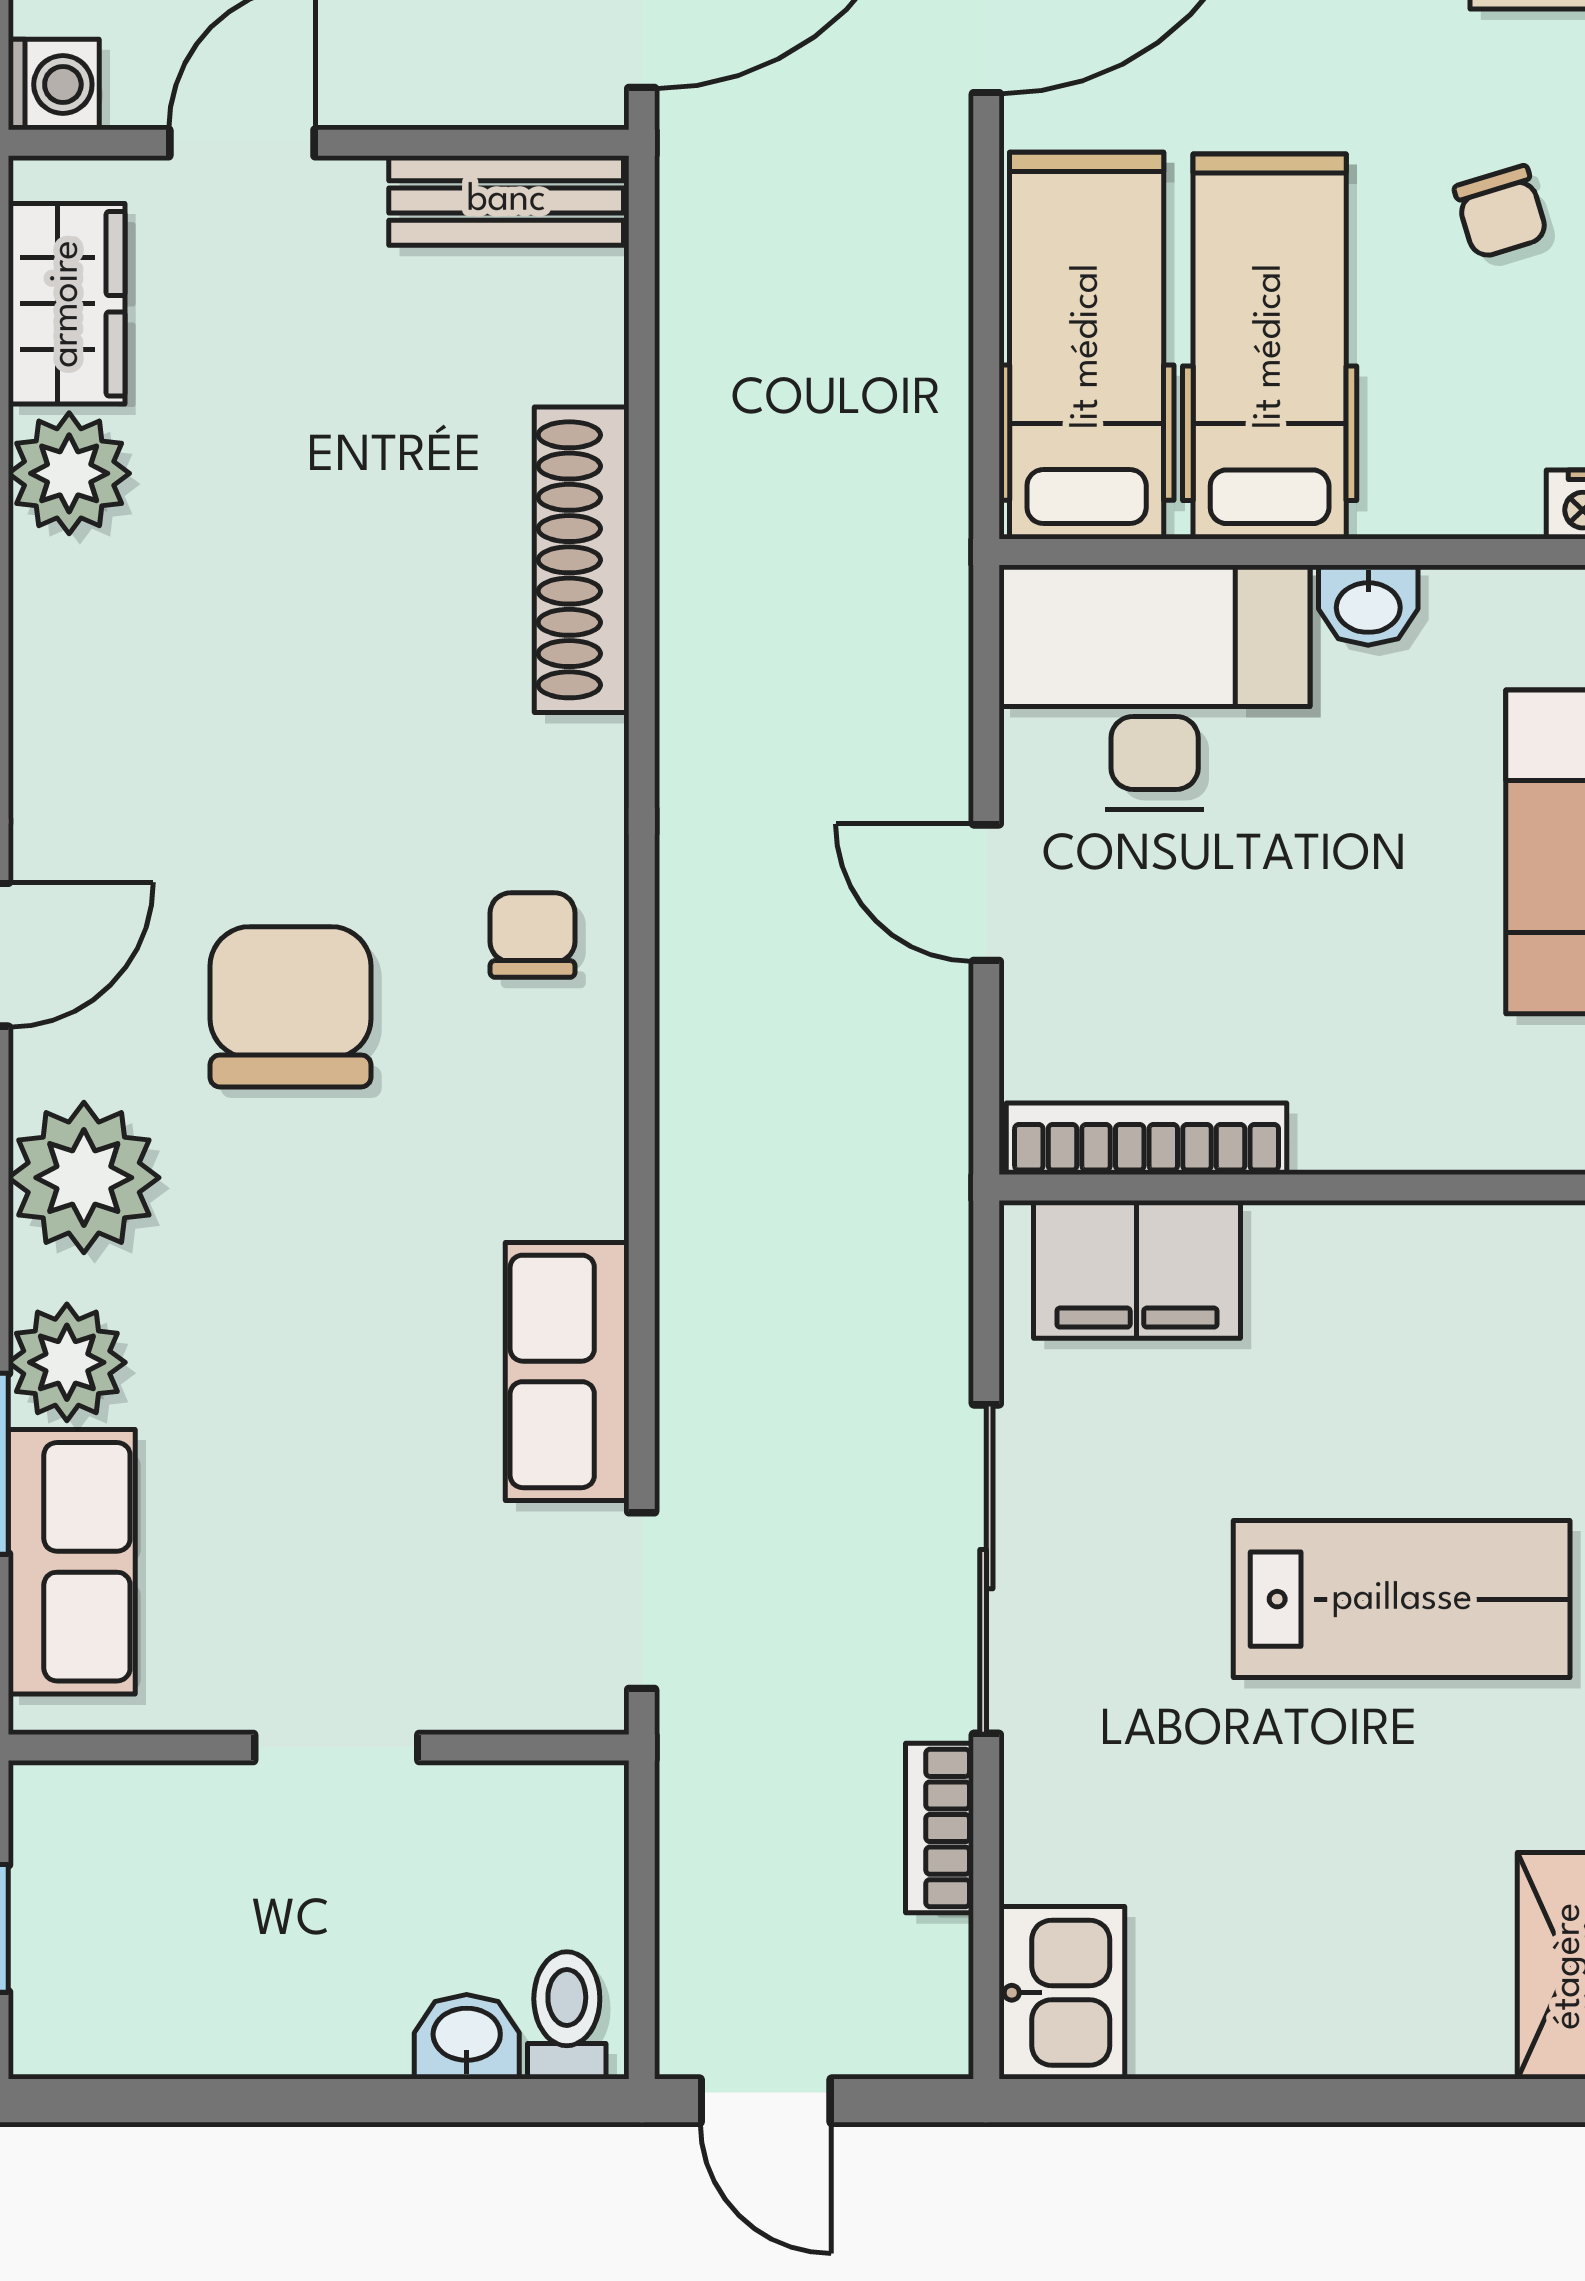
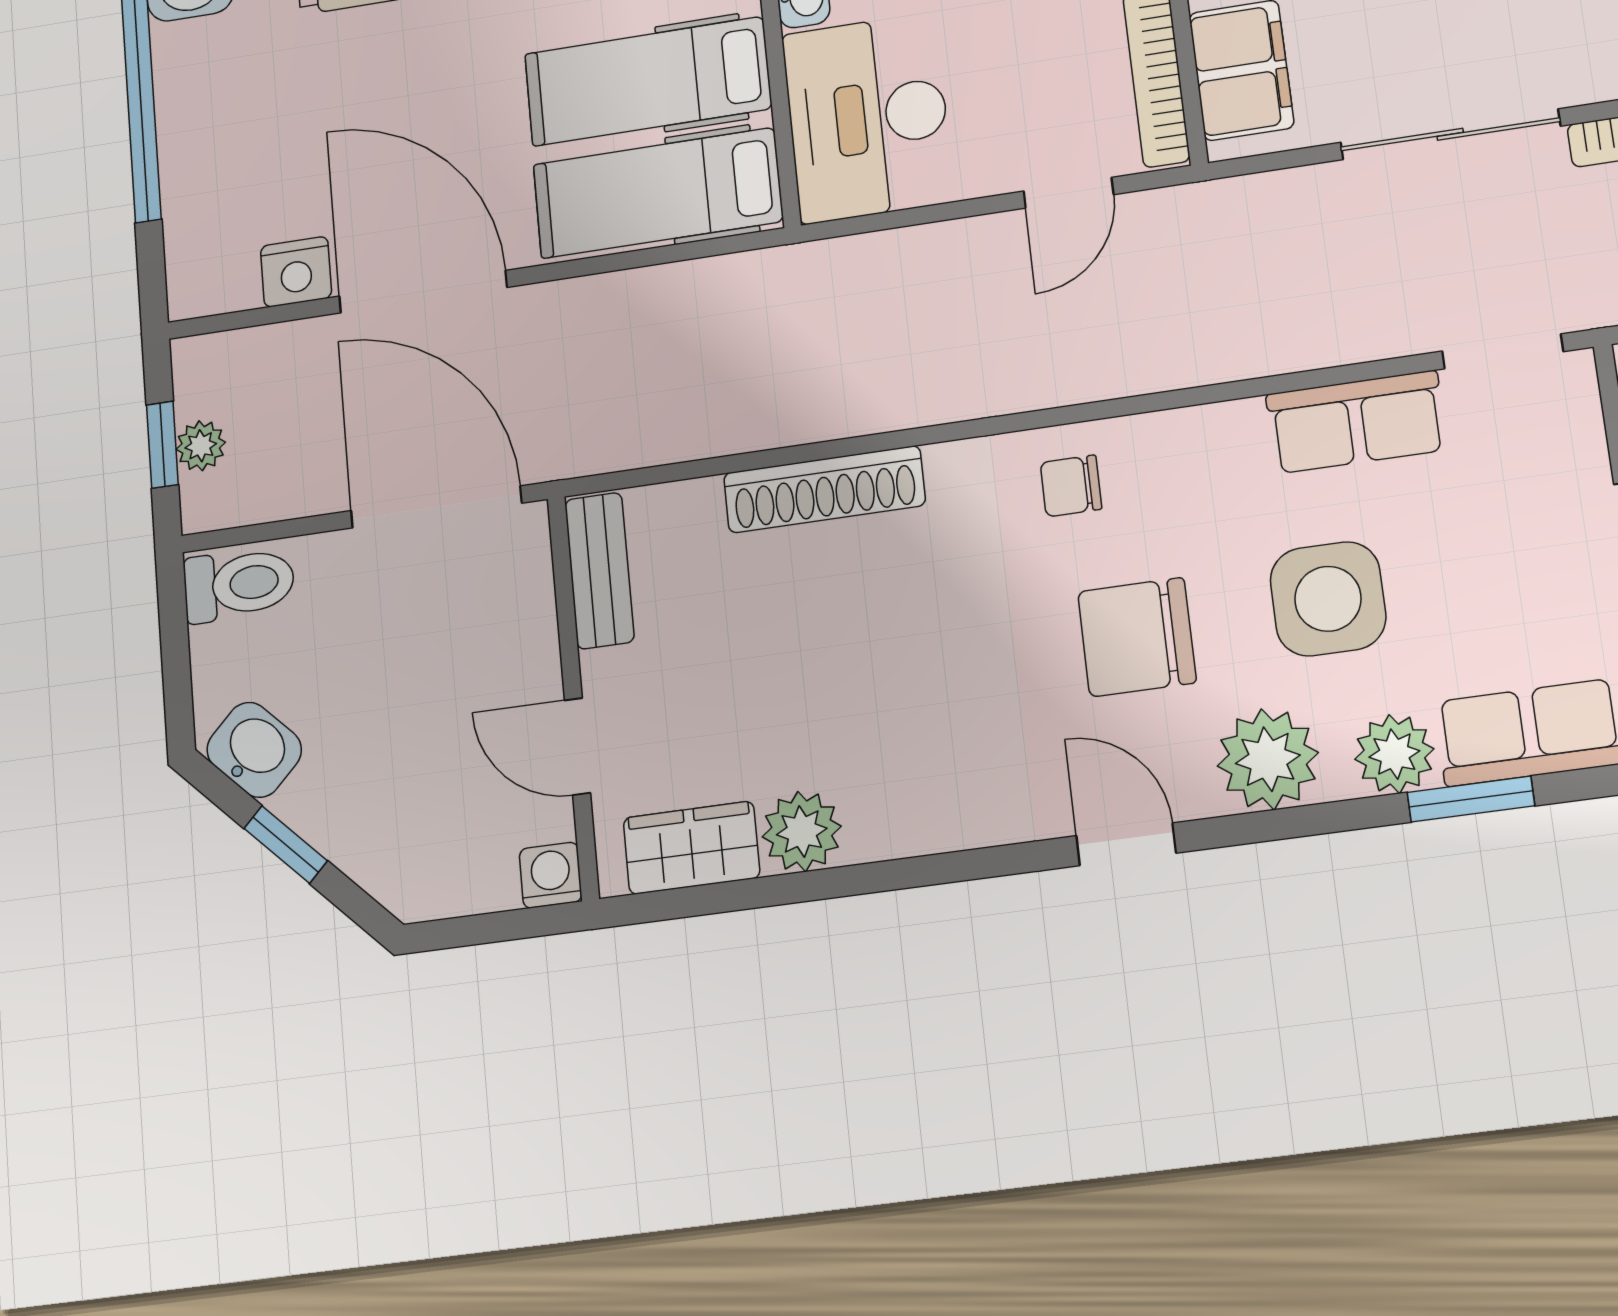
door: (986, 893) -> (1068, 193), moved
side table: (308, 1296) -> (1328, 599), added

